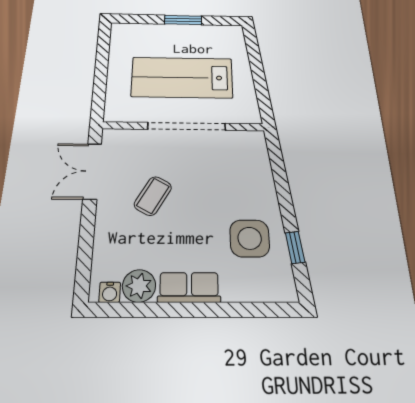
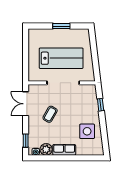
lab bench: (182, 77) -> (61, 58), turned 180
window: (295, 247) -> (101, 105), moved
window: (84, 262) -> (26, 141), added

